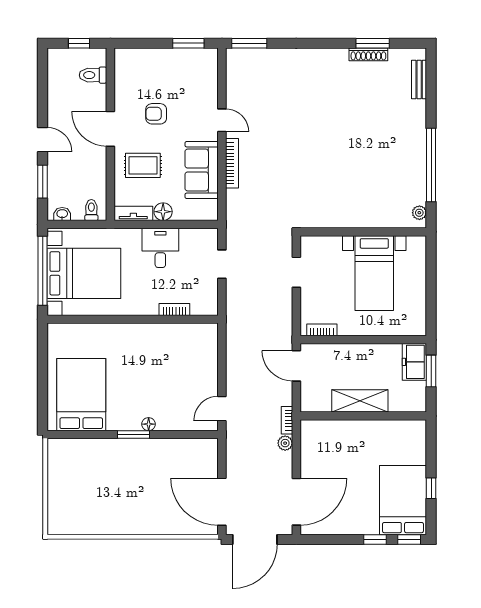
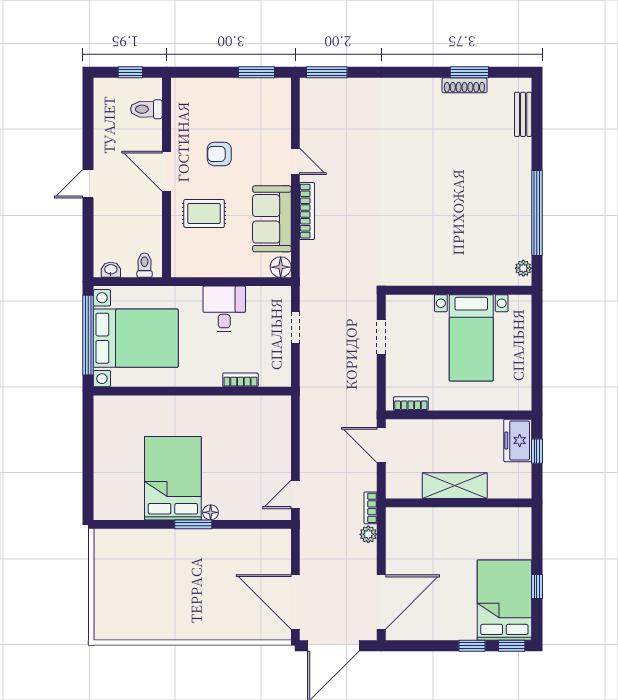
door: (43, 140) -> (88, 184), swing flipped
window: (43, 182) -> (88, 232), removed
floor lamp: (163, 212) -> (281, 267), moved
tv unit: (133, 213) -> (193, 269), removed
window: (431, 371) -> (537, 451), width x0.67
bed: (81, 395) -> (173, 478), moved

